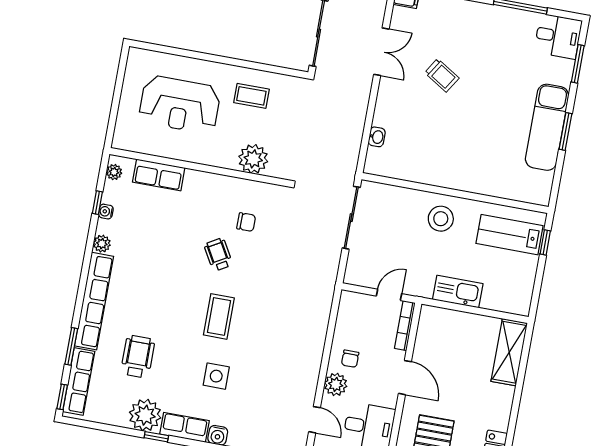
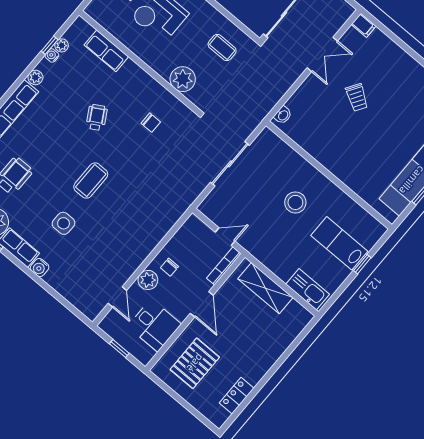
coffee table: (251, 96) -> (222, 48), moved
plant: (114, 172) -> (62, 45), moved
wall: (455, 193) -> (329, 175), moved
wheelchair: (218, 255) -> (97, 117), moved
kitchen sink: (458, 292) -> (308, 289), moved
shelving: (509, 352) -> (265, 288), moved, turned 90

